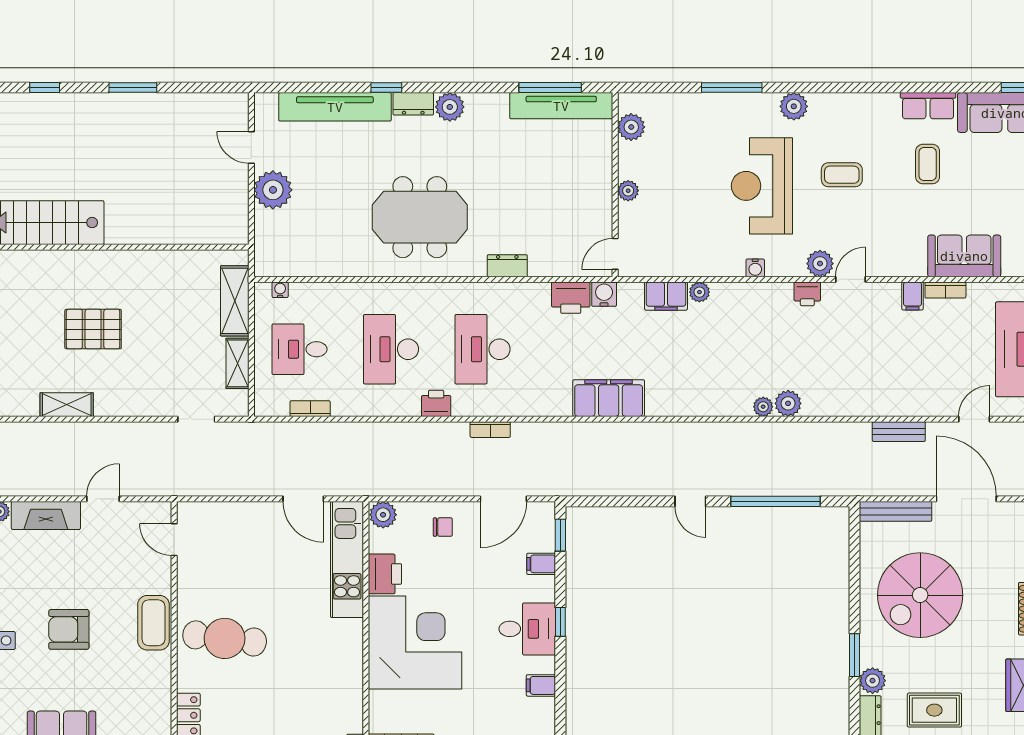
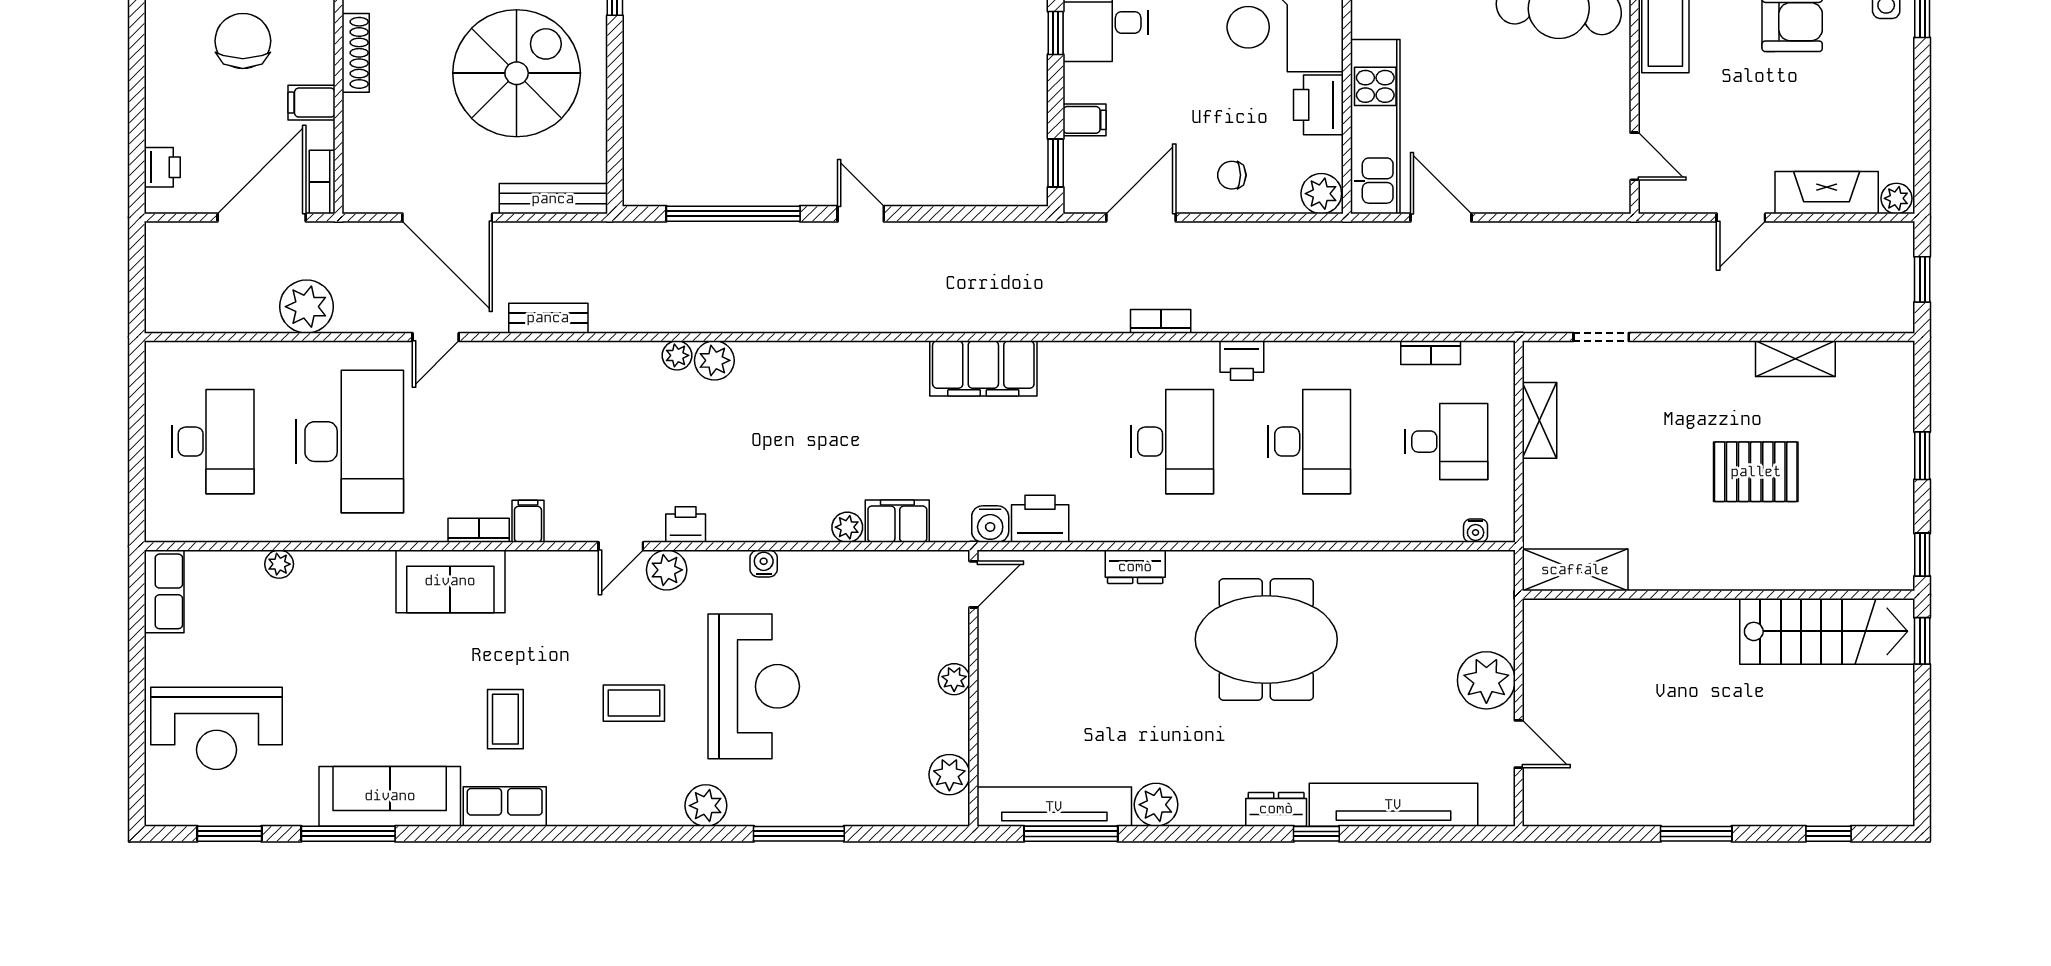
plant: (450, 107) -> (1156, 805), moved
shelving: (235, 301) -> (1575, 570), moved, turned 90
plant: (763, 407) -> (677, 355), moved

